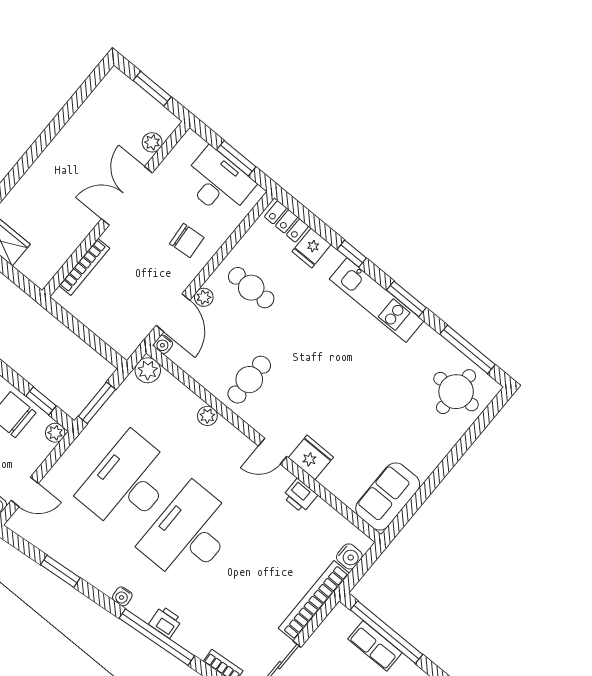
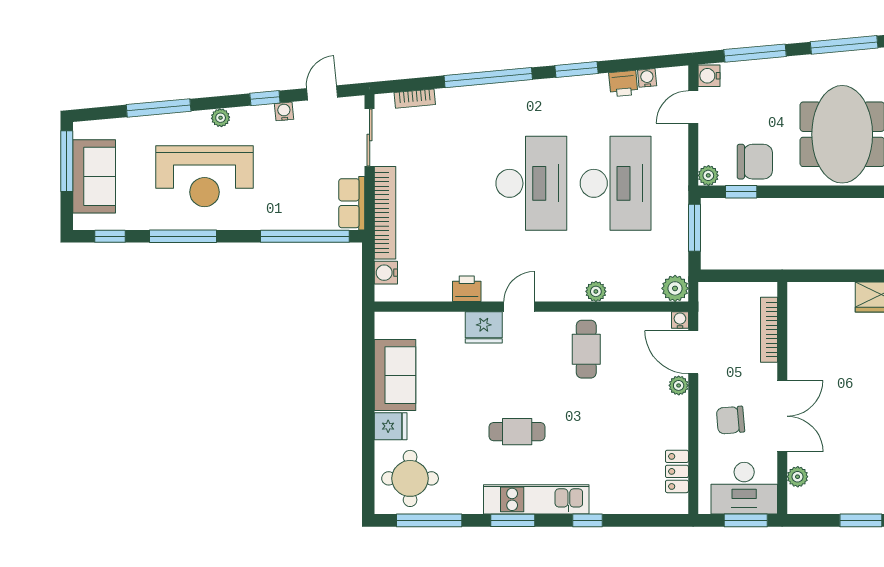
plant: (152, 142) -> (798, 477), moved
double door: (127, 196) -> (782, 416), moved
wall: (116, 209) -> (782, 398), moved
locker: (287, 221) -> (677, 471), moved, turned -90
fridge: (311, 248) -> (391, 426), moved, turned 90
bookcase: (84, 267) -> (769, 330), moved
cafe table: (251, 288) -> (517, 432), moved
sofa: (388, 497) -> (395, 375), moved
window: (60, 571) -> (576, 69), moved
water cooler: (122, 596) -> (647, 78), moved
printer: (165, 622) -> (623, 84), moved
row of seats: (375, 646) -> (352, 203), moved, turned -90

